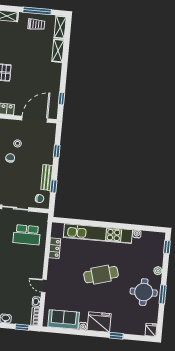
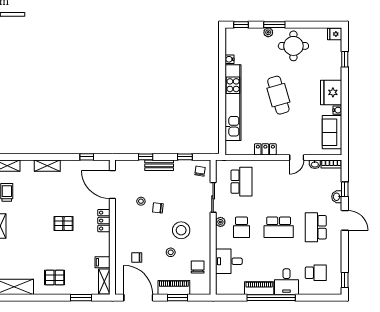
shelving: (58, 51) -> (47, 166), moved
bench: (47, 177) -> (159, 165), moved
locker: (55, 248) -> (265, 149), moved
window: (163, 294) -> (274, 25), moved
window: (22, 327) -> (345, 189), moved
window: (116, 336) -> (345, 59), moved

